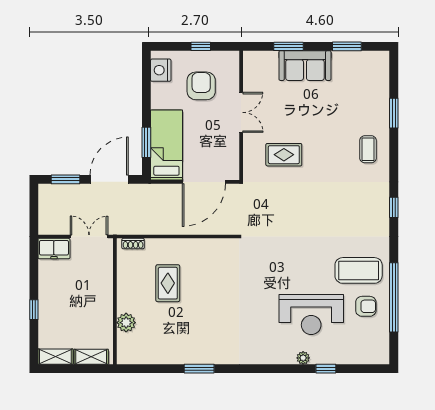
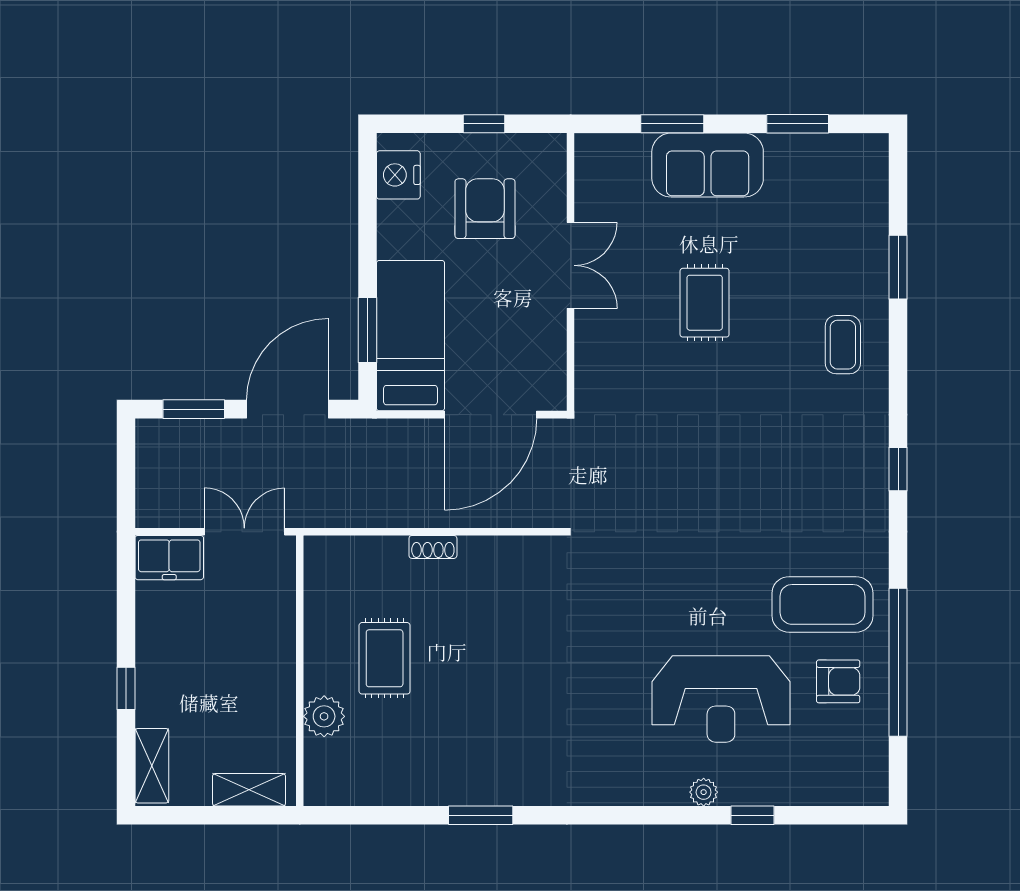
rug: (284, 155) -> (705, 303), moved, turned 90
shoe rack: (133, 244) -> (433, 547), moved
rug: (168, 283) -> (385, 658), moved
shelving: (55, 357) -> (152, 766), moved, turned 90

